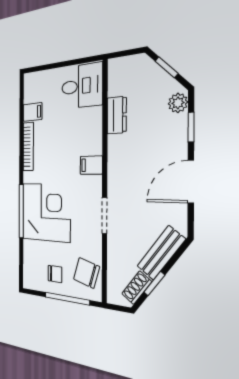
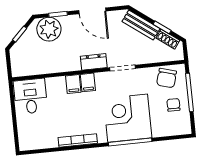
plant: (178, 103) -> (49, 29), width x1.88, depth x1.88
filing cabinet: (32, 112) -> (73, 84), moved, turned 180
dresser: (117, 115) -> (94, 62), moved

